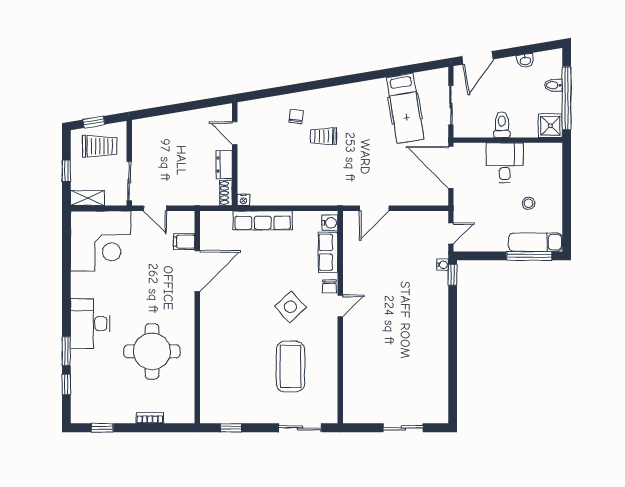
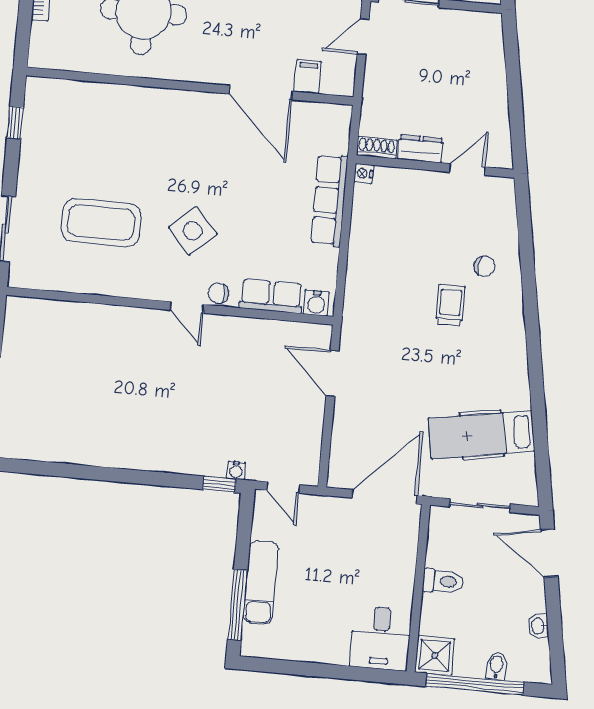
desk: (505, 163) -> (380, 638), moved, turned 90
stool: (528, 203) -> (319, 611), removed
exam couch: (535, 242) -> (261, 582), moved

